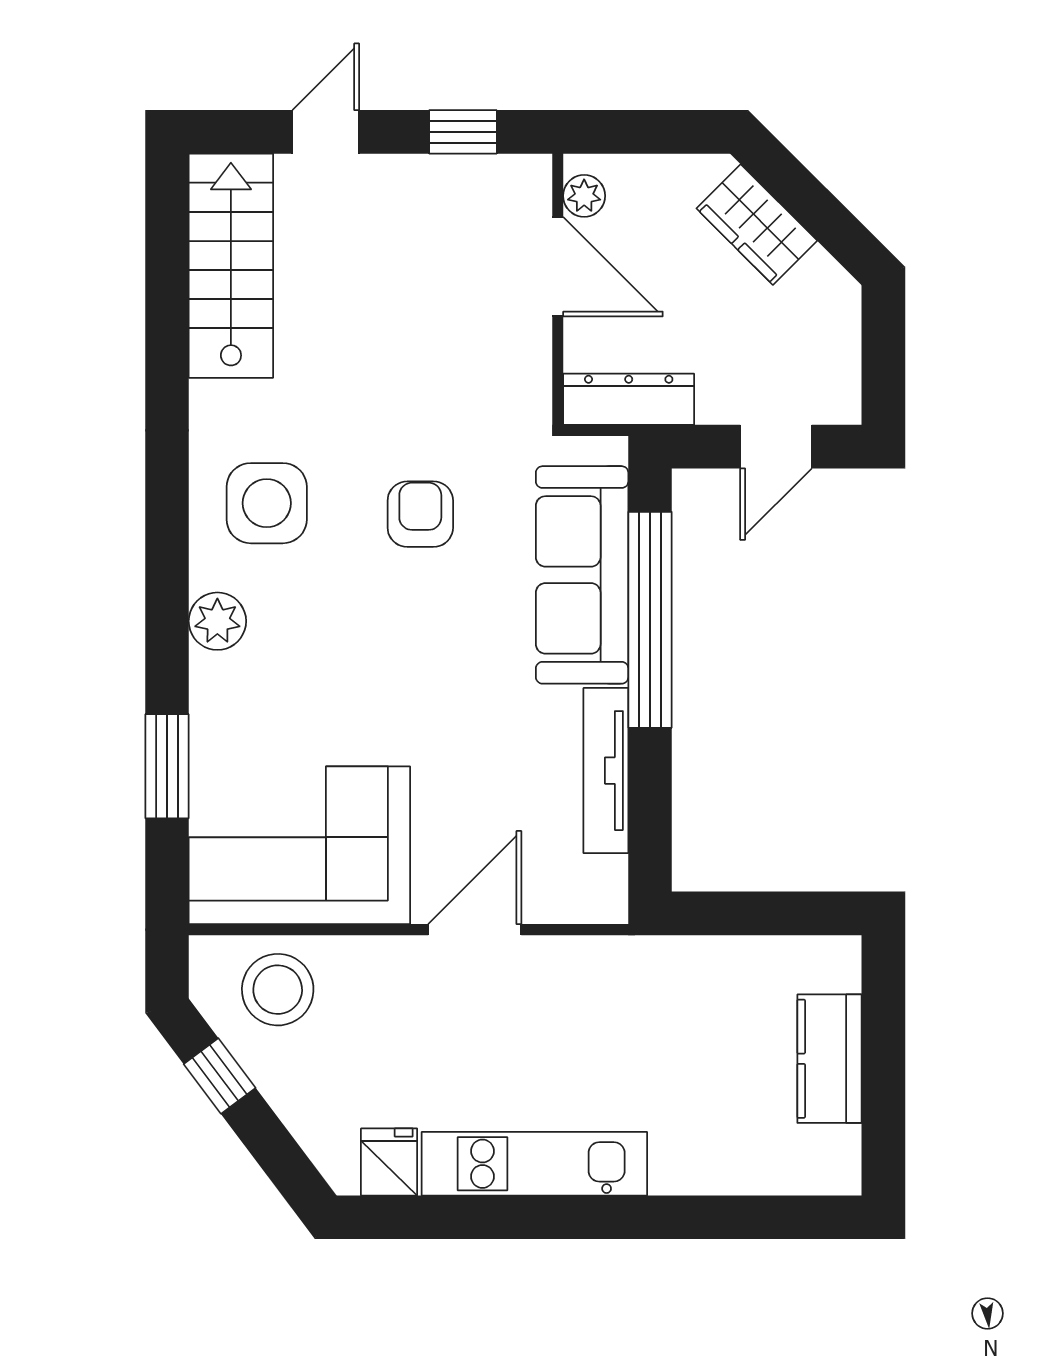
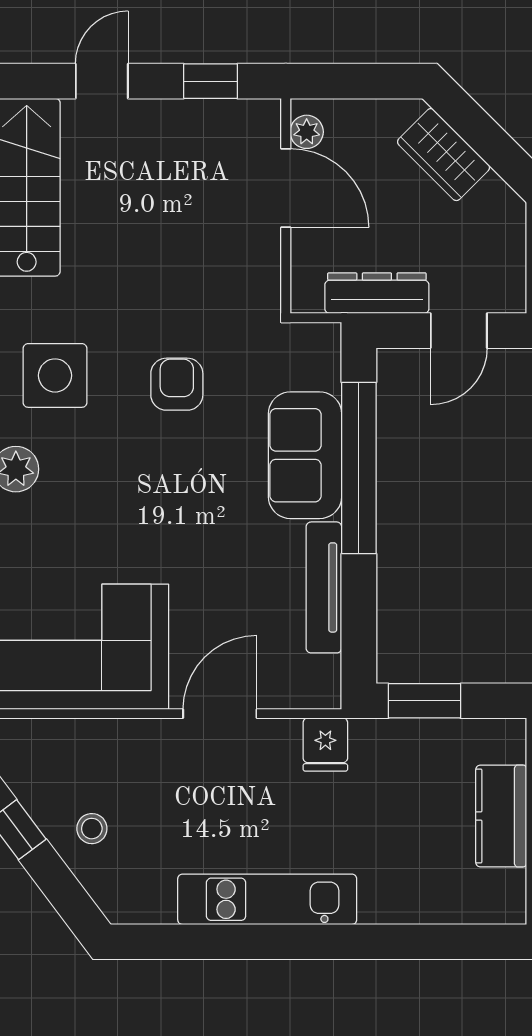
dresser: (629, 399) -> (377, 293), moved
sofa: (582, 575) -> (305, 455), width x0.73
window: (733, 913) -> (425, 701), added
stool: (278, 990) -> (92, 829), moved, width x0.53, depth x0.53
fridge: (389, 1162) -> (325, 745), moved, turned 180

